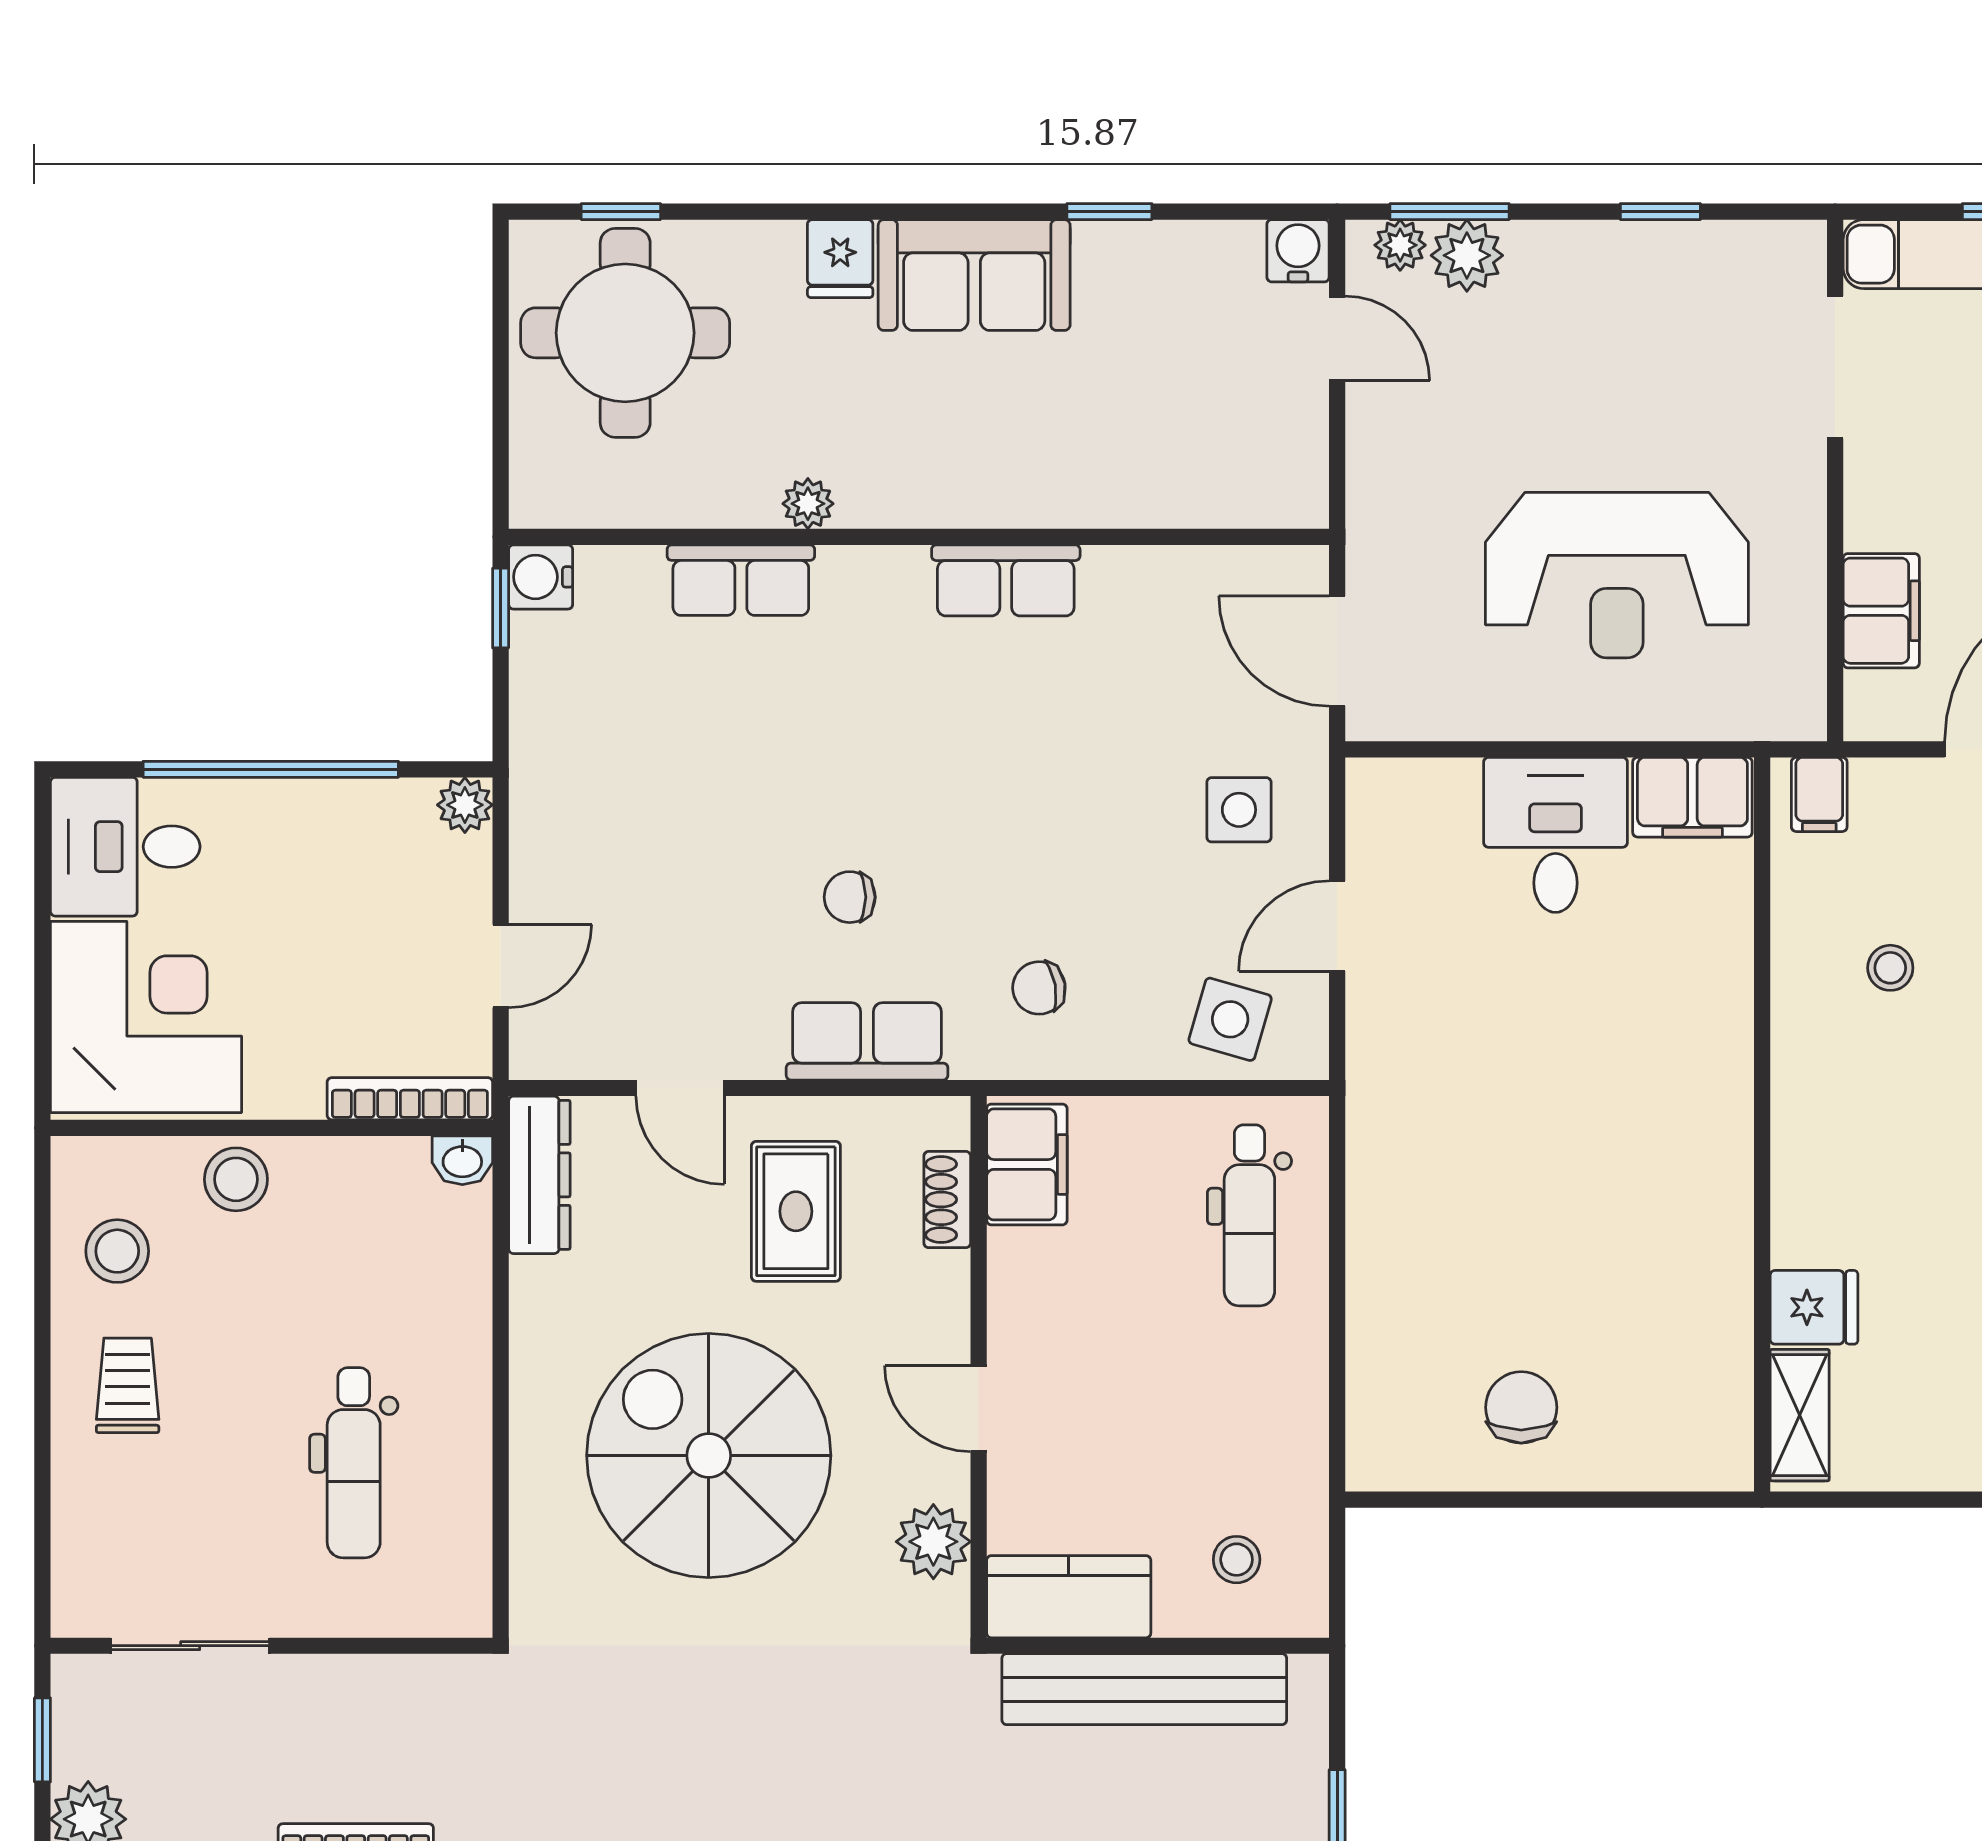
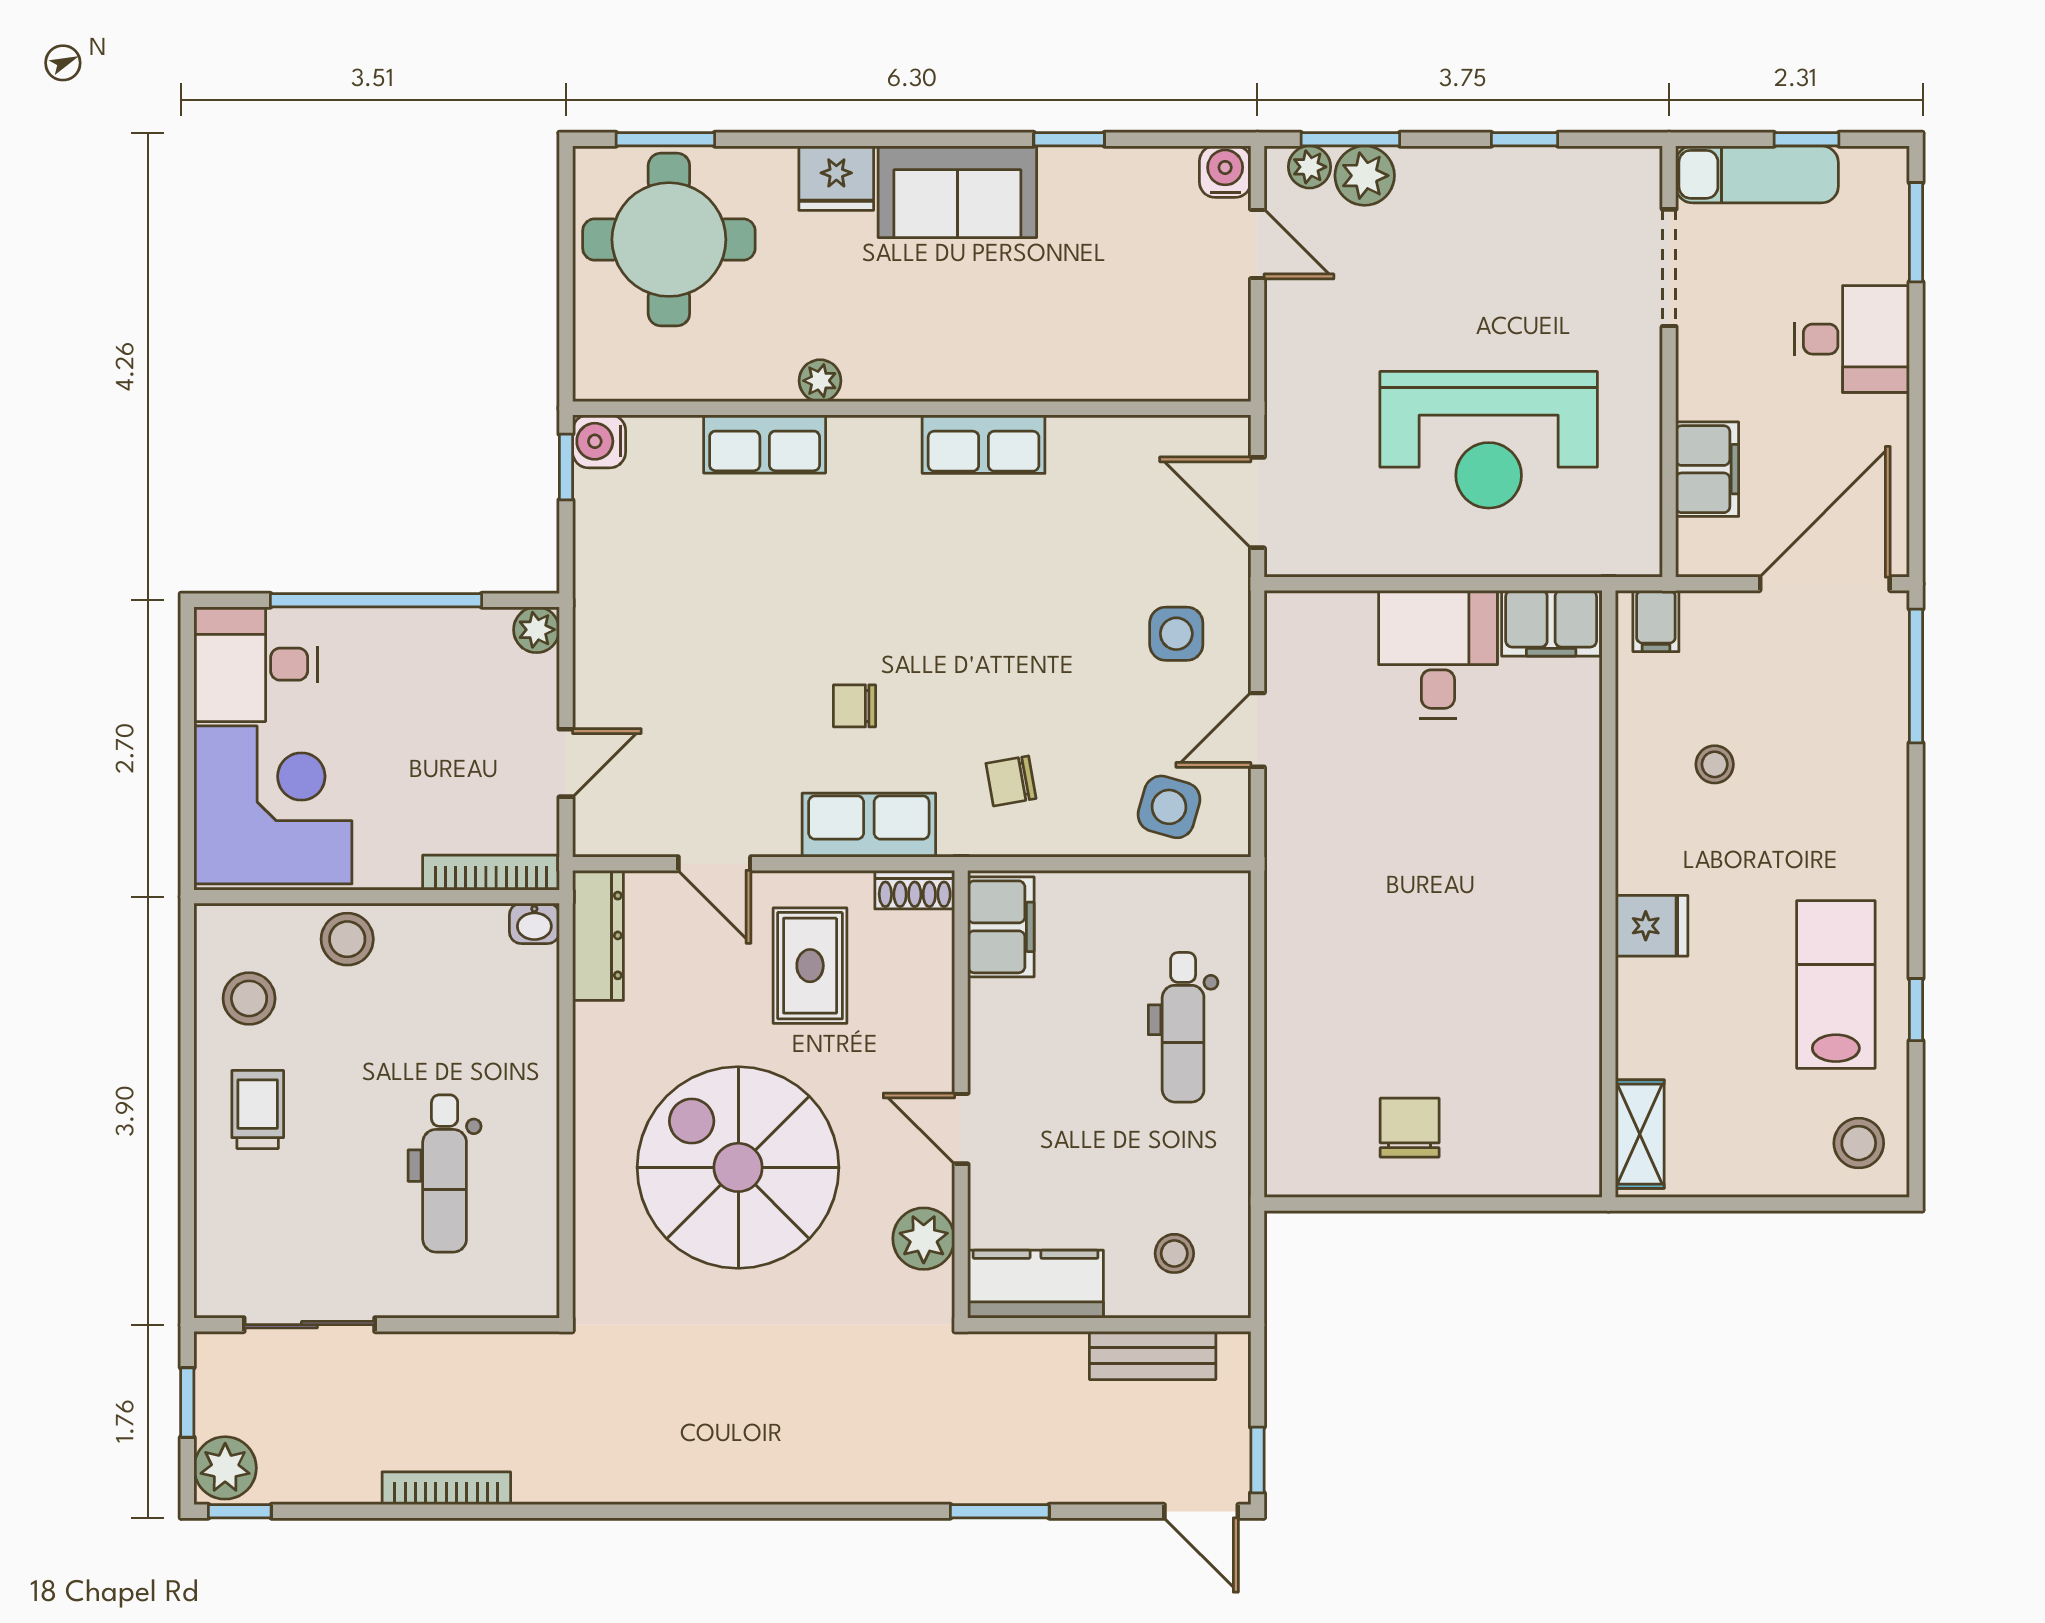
window: (621, 212) -> (665, 139), width x1.50
fridge: (840, 259) -> (836, 178), width x1.38
shoe rack: (947, 1200) -> (915, 890), moved, turned -90
dental chair: (1249, 1215) -> (1183, 1027), moved
fridge: (1814, 1307) -> (1652, 926), moved
bench: (1144, 1689) -> (1153, 1355), width x0.54, depth x0.82

